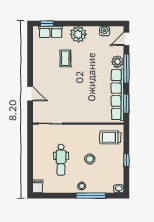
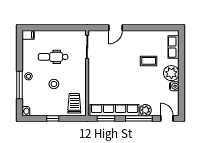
window: (47, 23) -> (181, 44), removed
water cooler: (105, 31) -> (174, 86), moved

